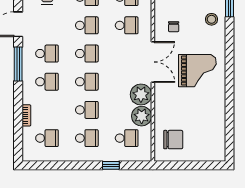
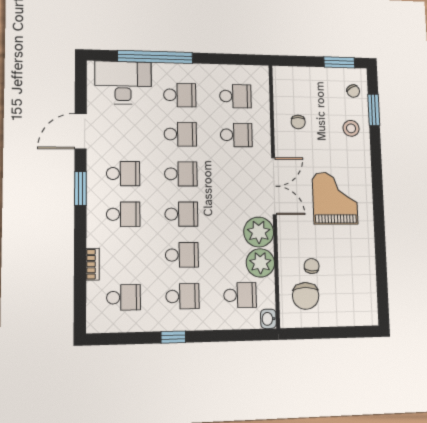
chair: (174, 27) -> (298, 122), moved
window: (18, 64) -> (80, 189), width x0.69
grand piano: (197, 71) -> (335, 198), turned -90
chair: (178, 119) -> (312, 266), added
chair: (173, 140) -> (306, 296), turned 90
washbasin: (146, 155) -> (268, 319), added
window: (111, 165) -> (173, 337), moved

